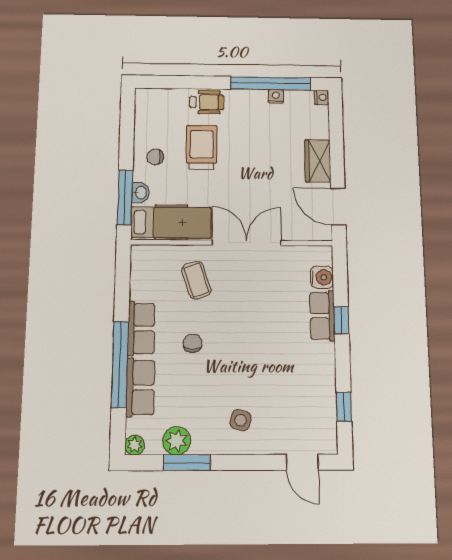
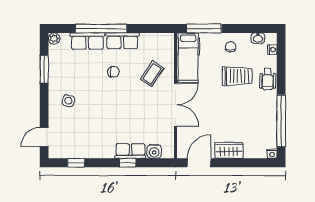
nightstand: (276, 96) -> (272, 50), moved
washbasin: (141, 193) -> (258, 38), moved
coffee table: (196, 280) -> (152, 74), turned -38
plant: (177, 441) -> (57, 63), removed

